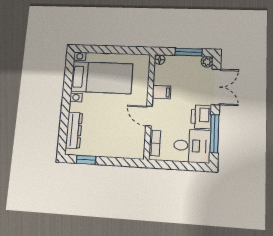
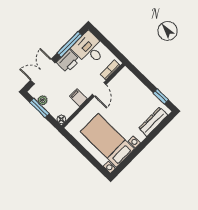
plant: (207, 62) -> (43, 100), moved

